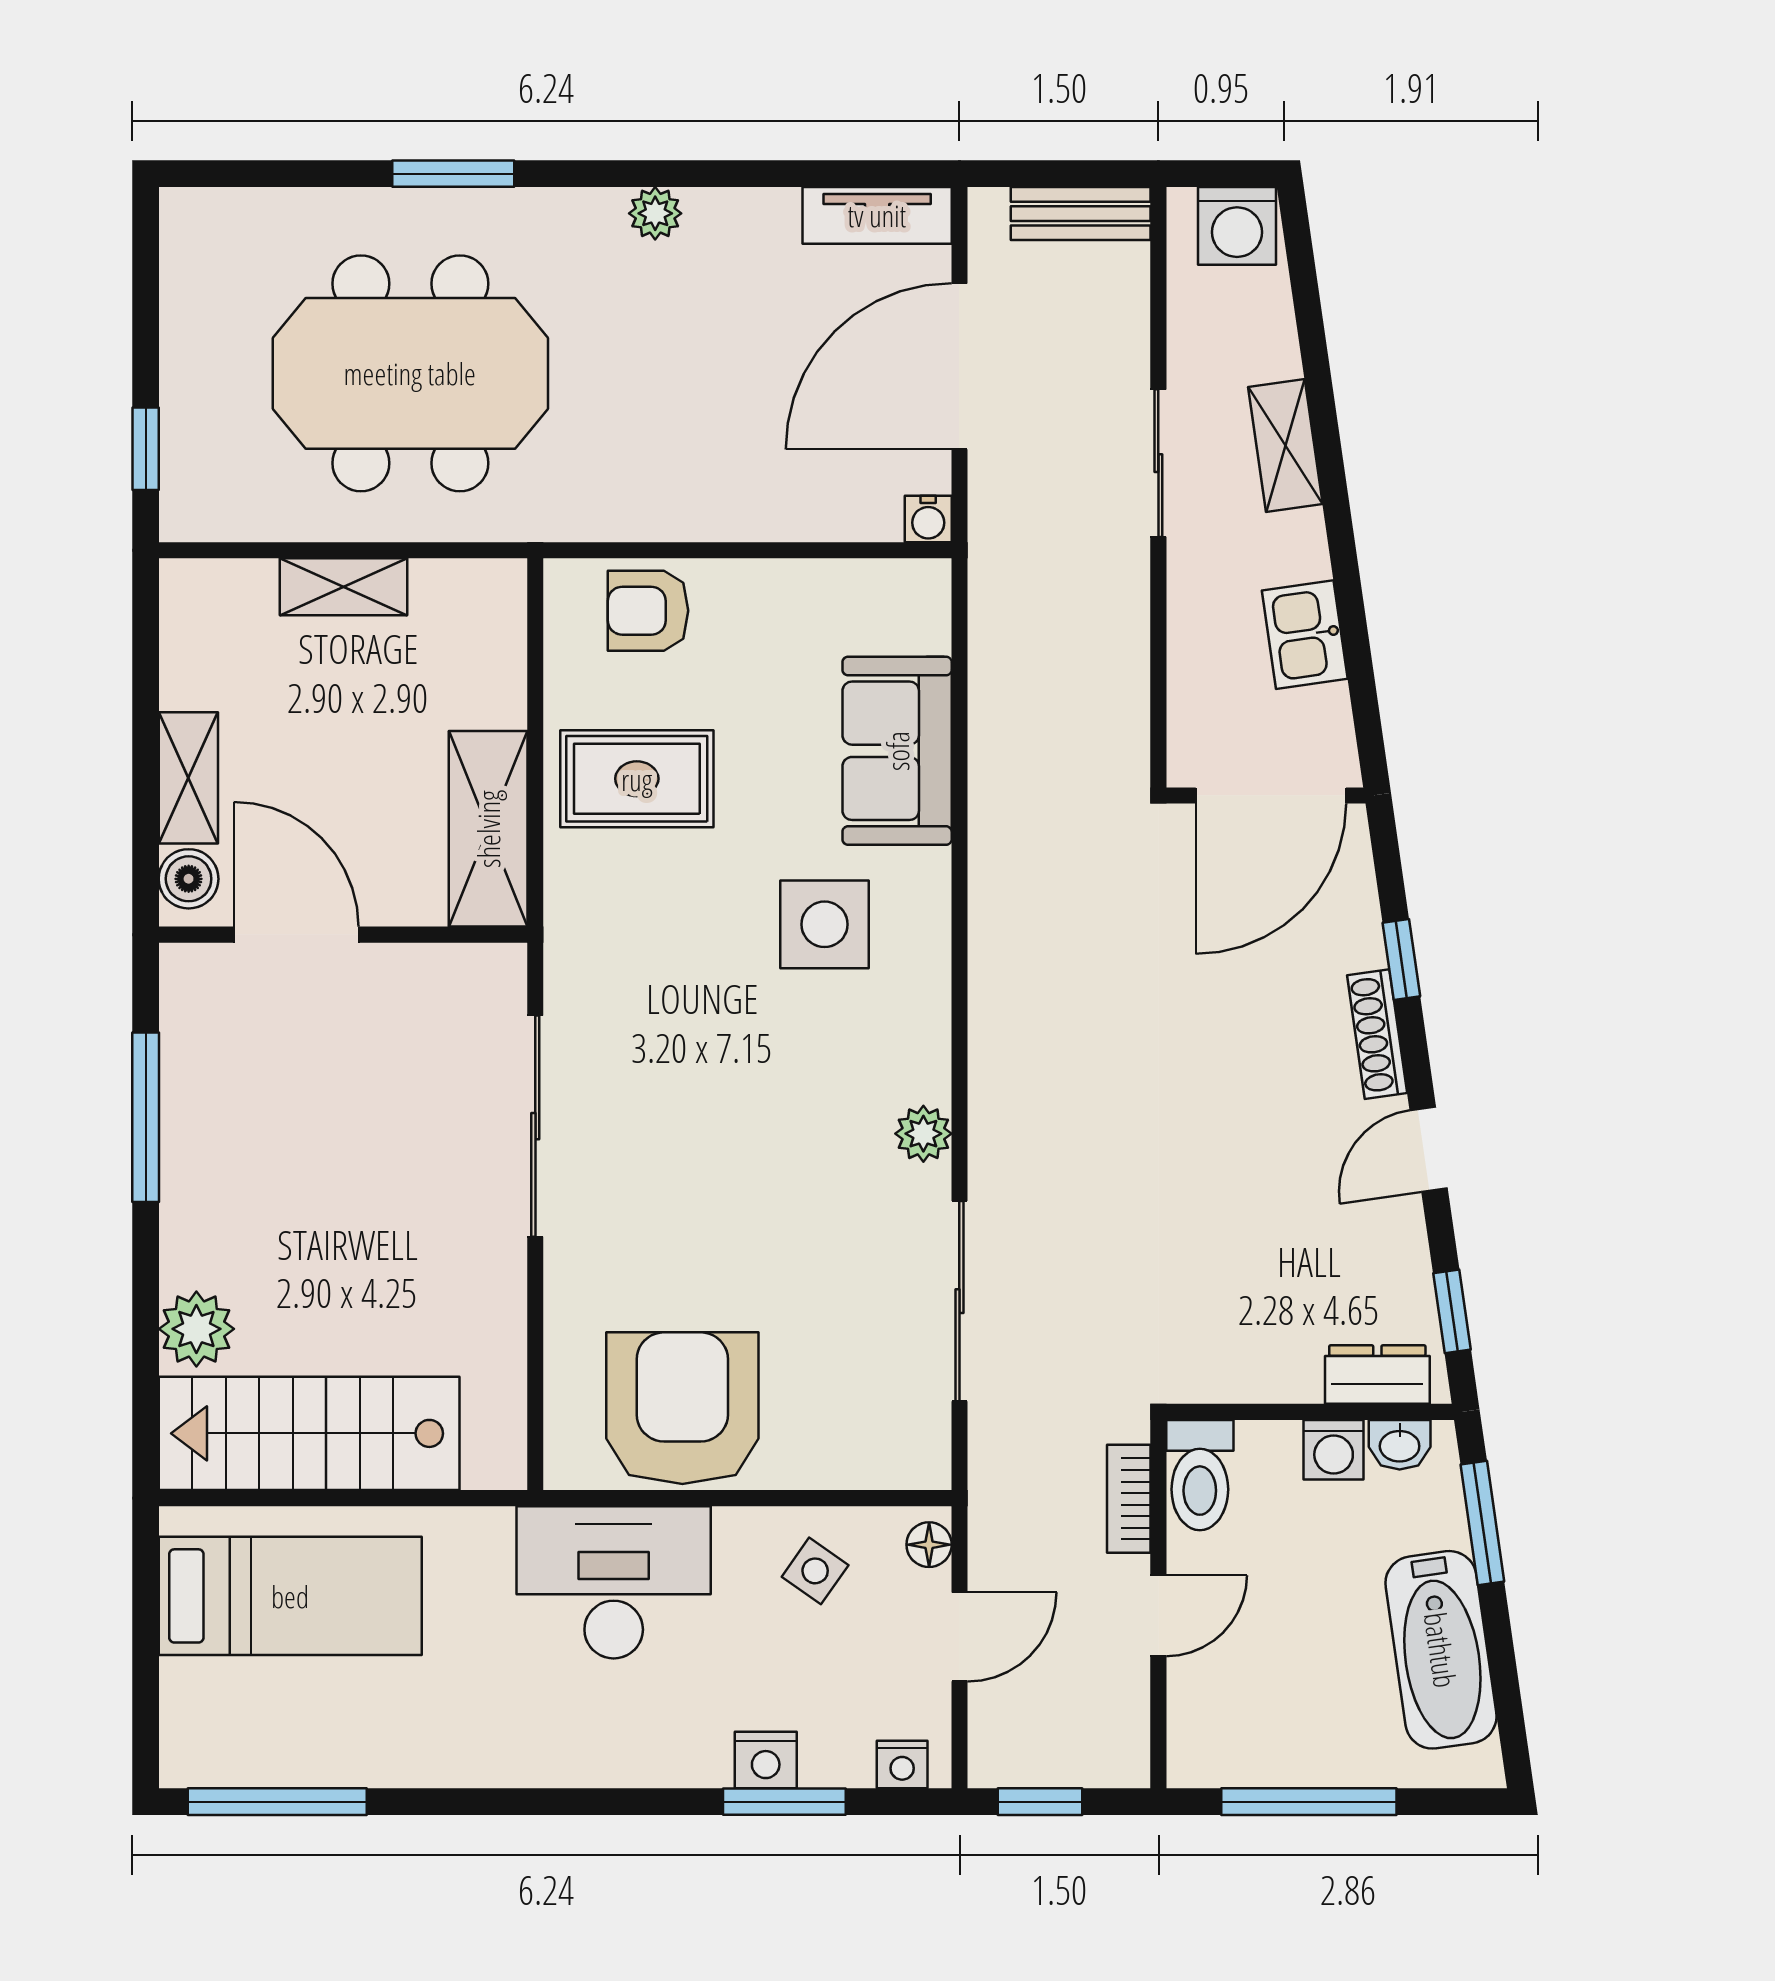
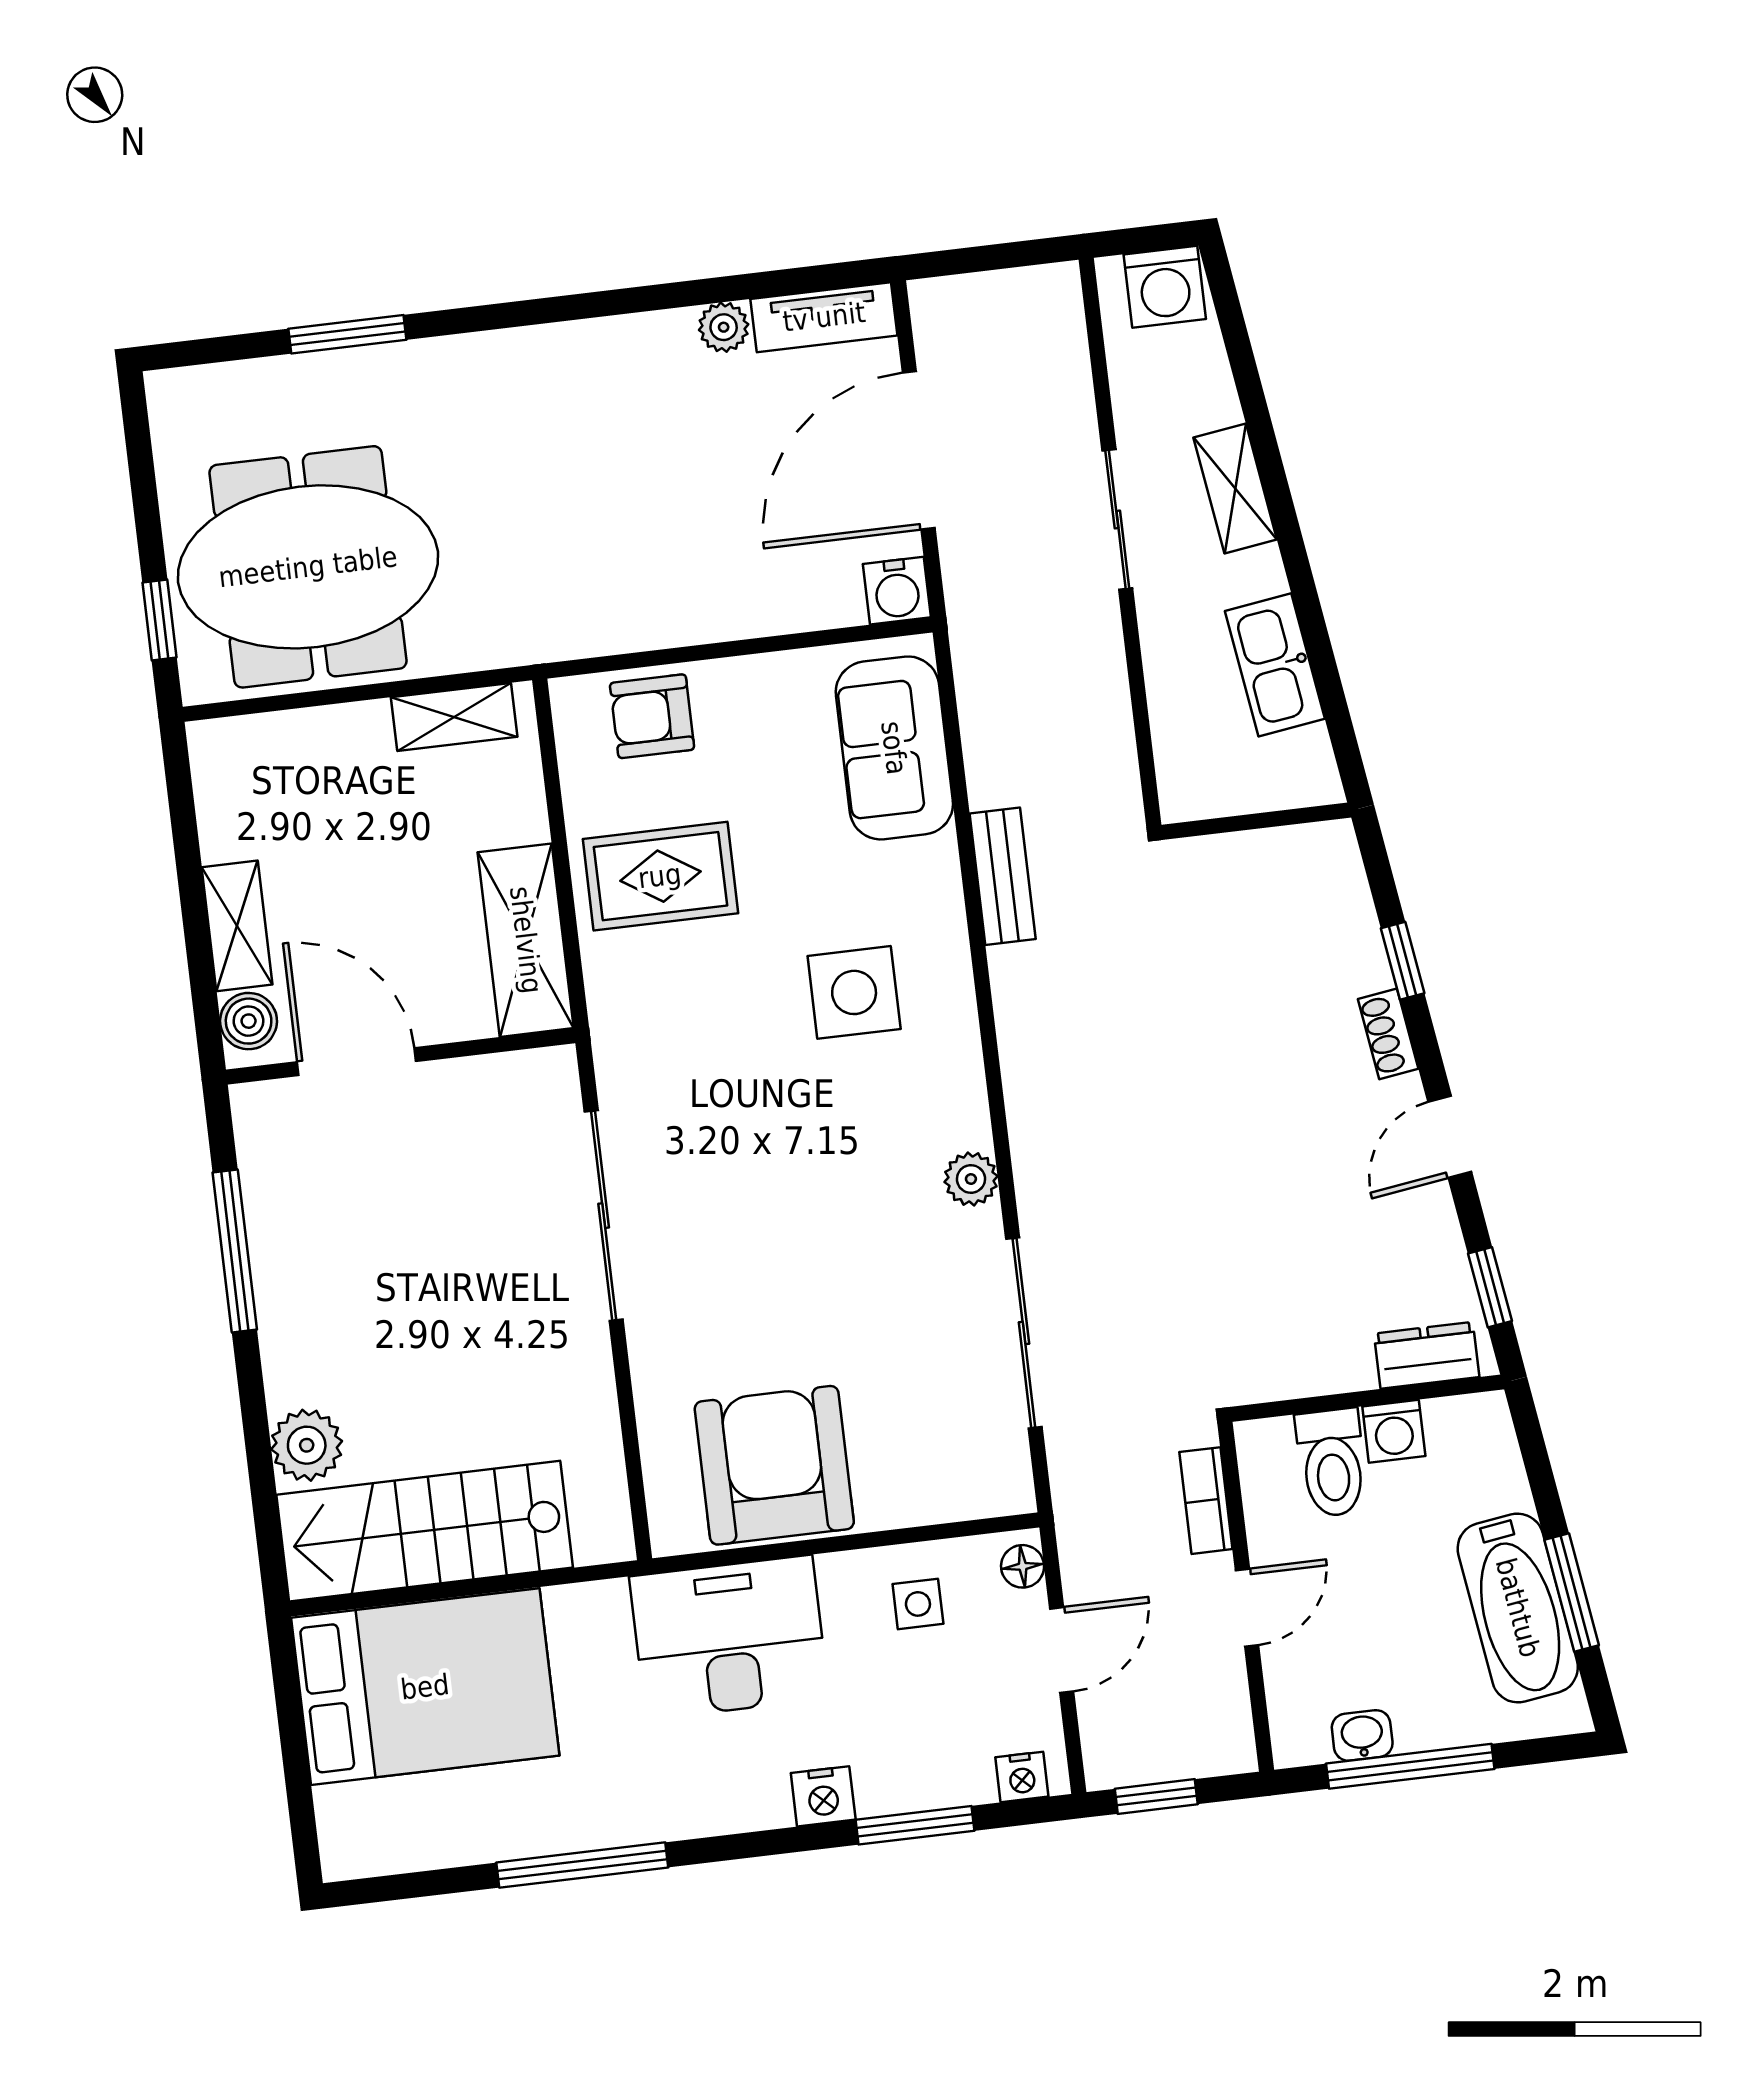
window: (453, 174) -> (347, 334), moved
plant: (655, 213) -> (724, 327), moved
bench: (1081, 214) -> (1003, 876), moved, turned 90
meeting table: (410, 373) -> (308, 567), moved
water cooler: (928, 519) -> (897, 591), width x1.38, depth x1.38
shelving: (344, 587) -> (454, 717), moved
kitchen sink: (1305, 635) -> (1275, 665), width x1.38
sofa: (897, 751) -> (894, 748), moved
door: (1271, 795) -> (1261, 821), removed
shoe rack: (1377, 1034) -> (1388, 1034), width x0.70
washbasin: (1400, 1445) -> (1362, 1735), moved, turned 180
toilet: (1200, 1475) -> (1332, 1463), moved
window: (1482, 1523) -> (1572, 1593), moved
side table: (815, 1571) -> (918, 1604), turned -35
bed: (290, 1596) -> (425, 1687), width x1.50
nightstand: (766, 1760) -> (823, 1796), moved
window: (277, 1802) -> (582, 1865), moved

